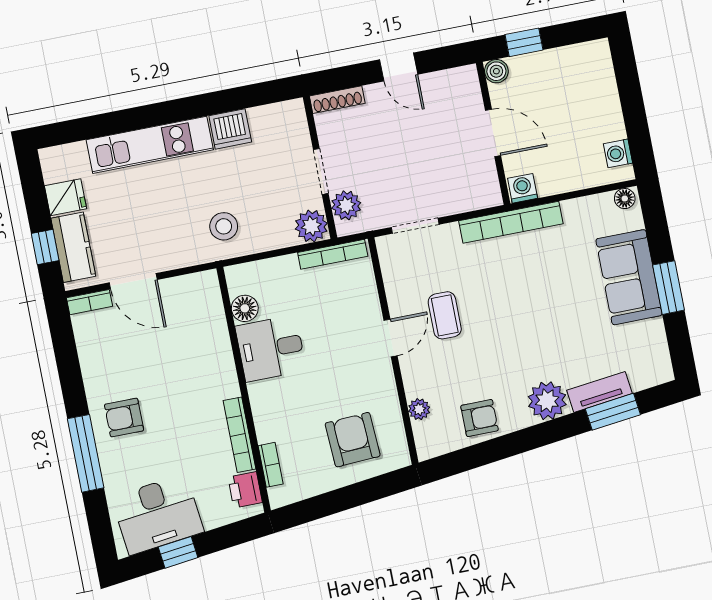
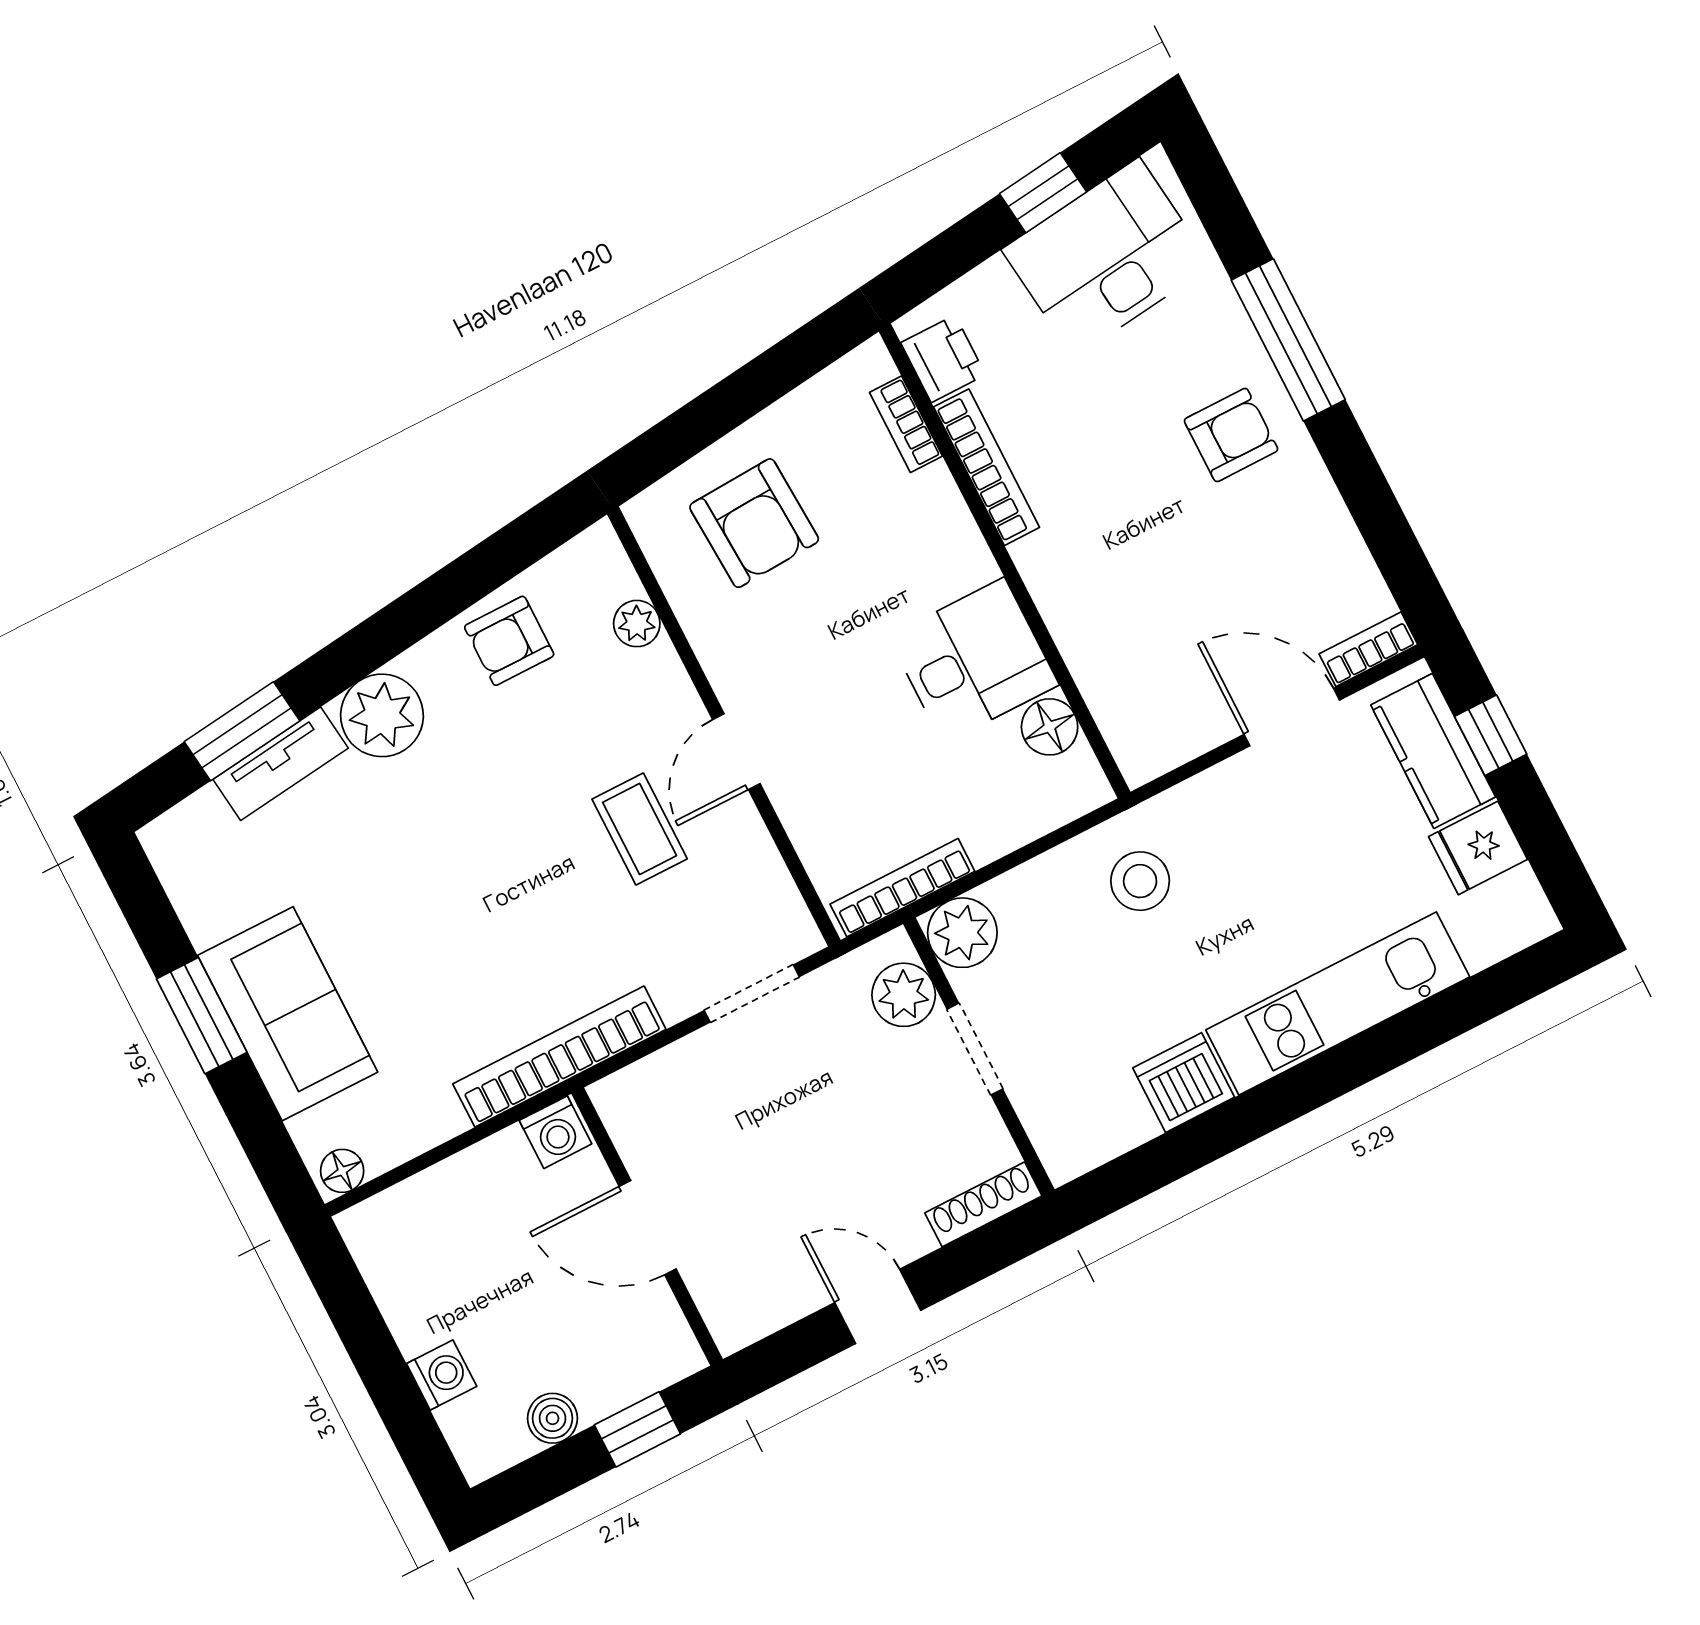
boiler: (496, 71) -> (553, 1418), moved
washing machine: (618, 153) -> (442, 1375), moved

